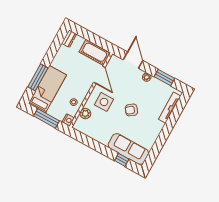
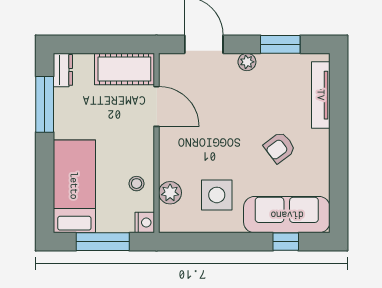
window: (38, 77) -> (45, 104), moved
side table: (104, 102) -> (217, 195), moved
armchair: (131, 110) -> (280, 147), moved

